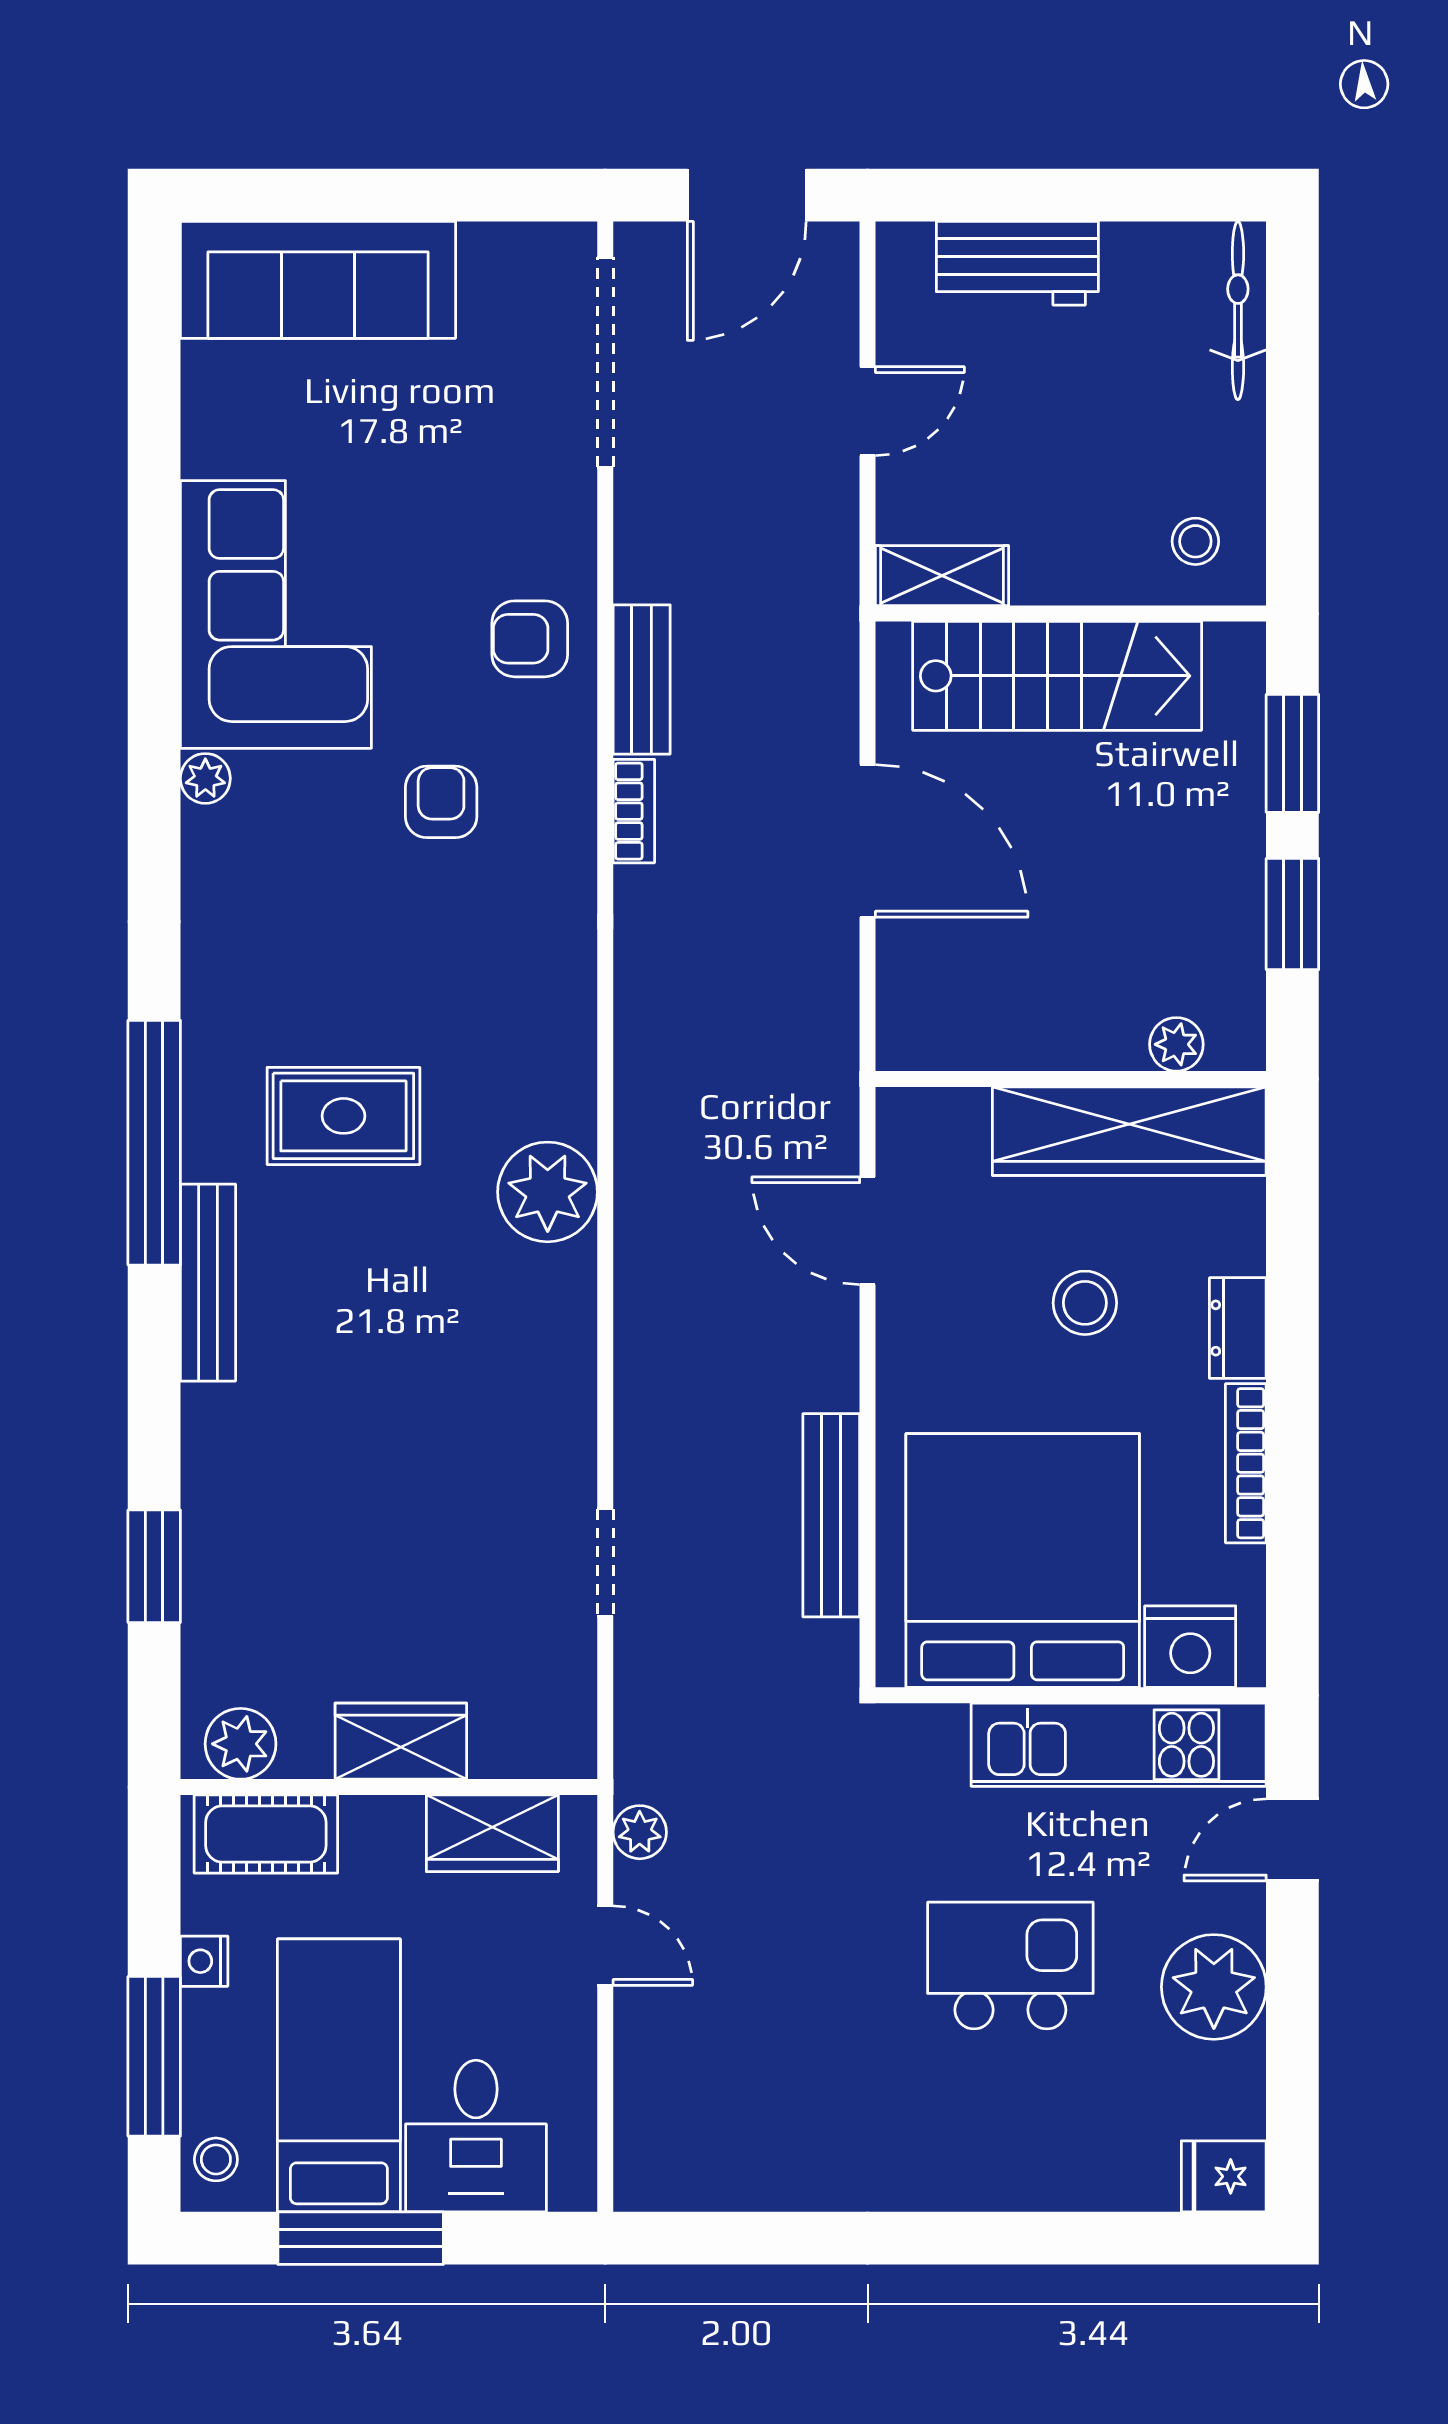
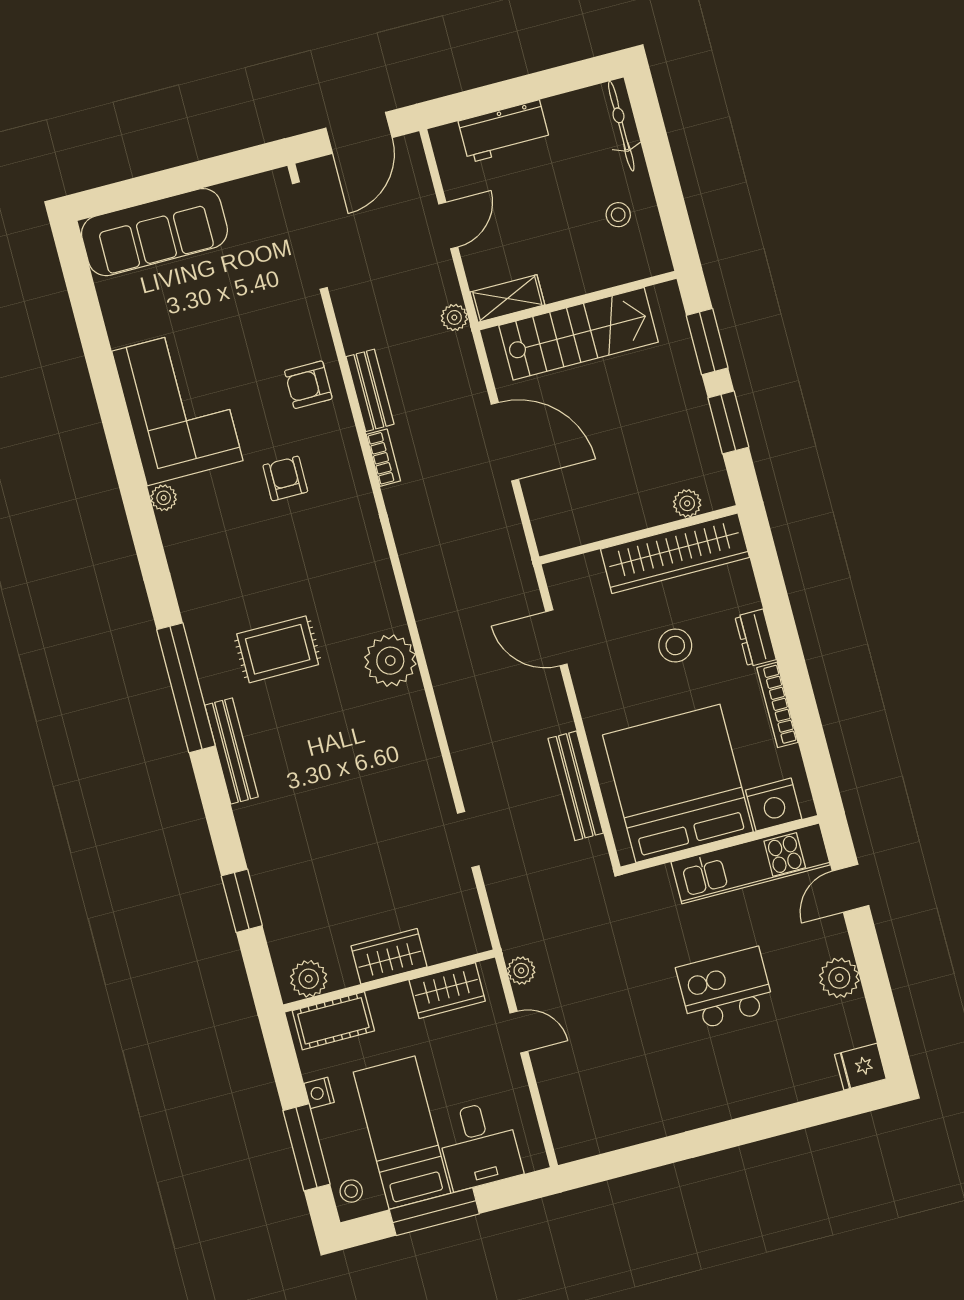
stool: (1195, 541) -> (618, 215), moved
plant: (834, 585) -> (454, 317), added
plant: (1214, 1987) -> (839, 978), width x0.73, depth x0.73

